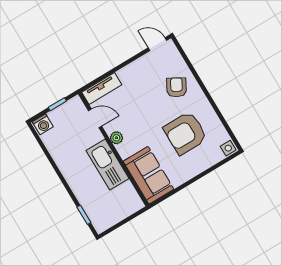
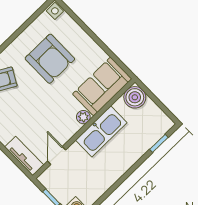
plant: (116, 138) -> (83, 117), moved
boiler: (131, 203) -> (135, 97), added

